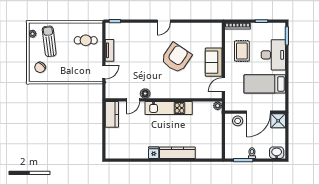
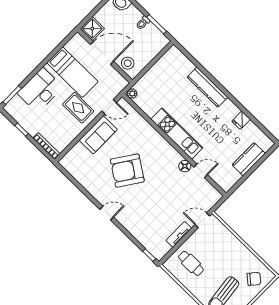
rug: (242, 51) -> (78, 108), moved, turned 90
kitchen counter: (112, 114) -> (249, 159), moved
fridge: (154, 153) -> (241, 120), moved

